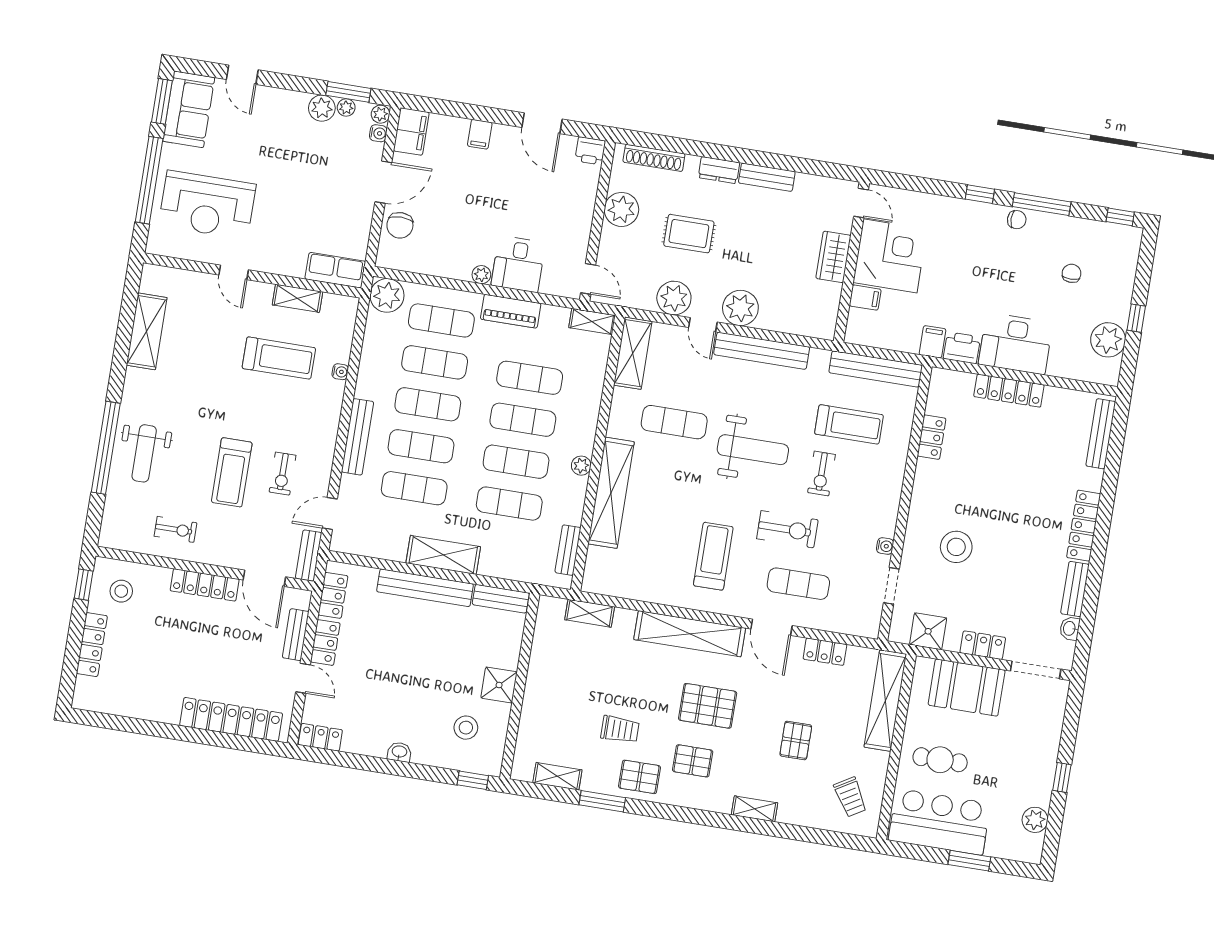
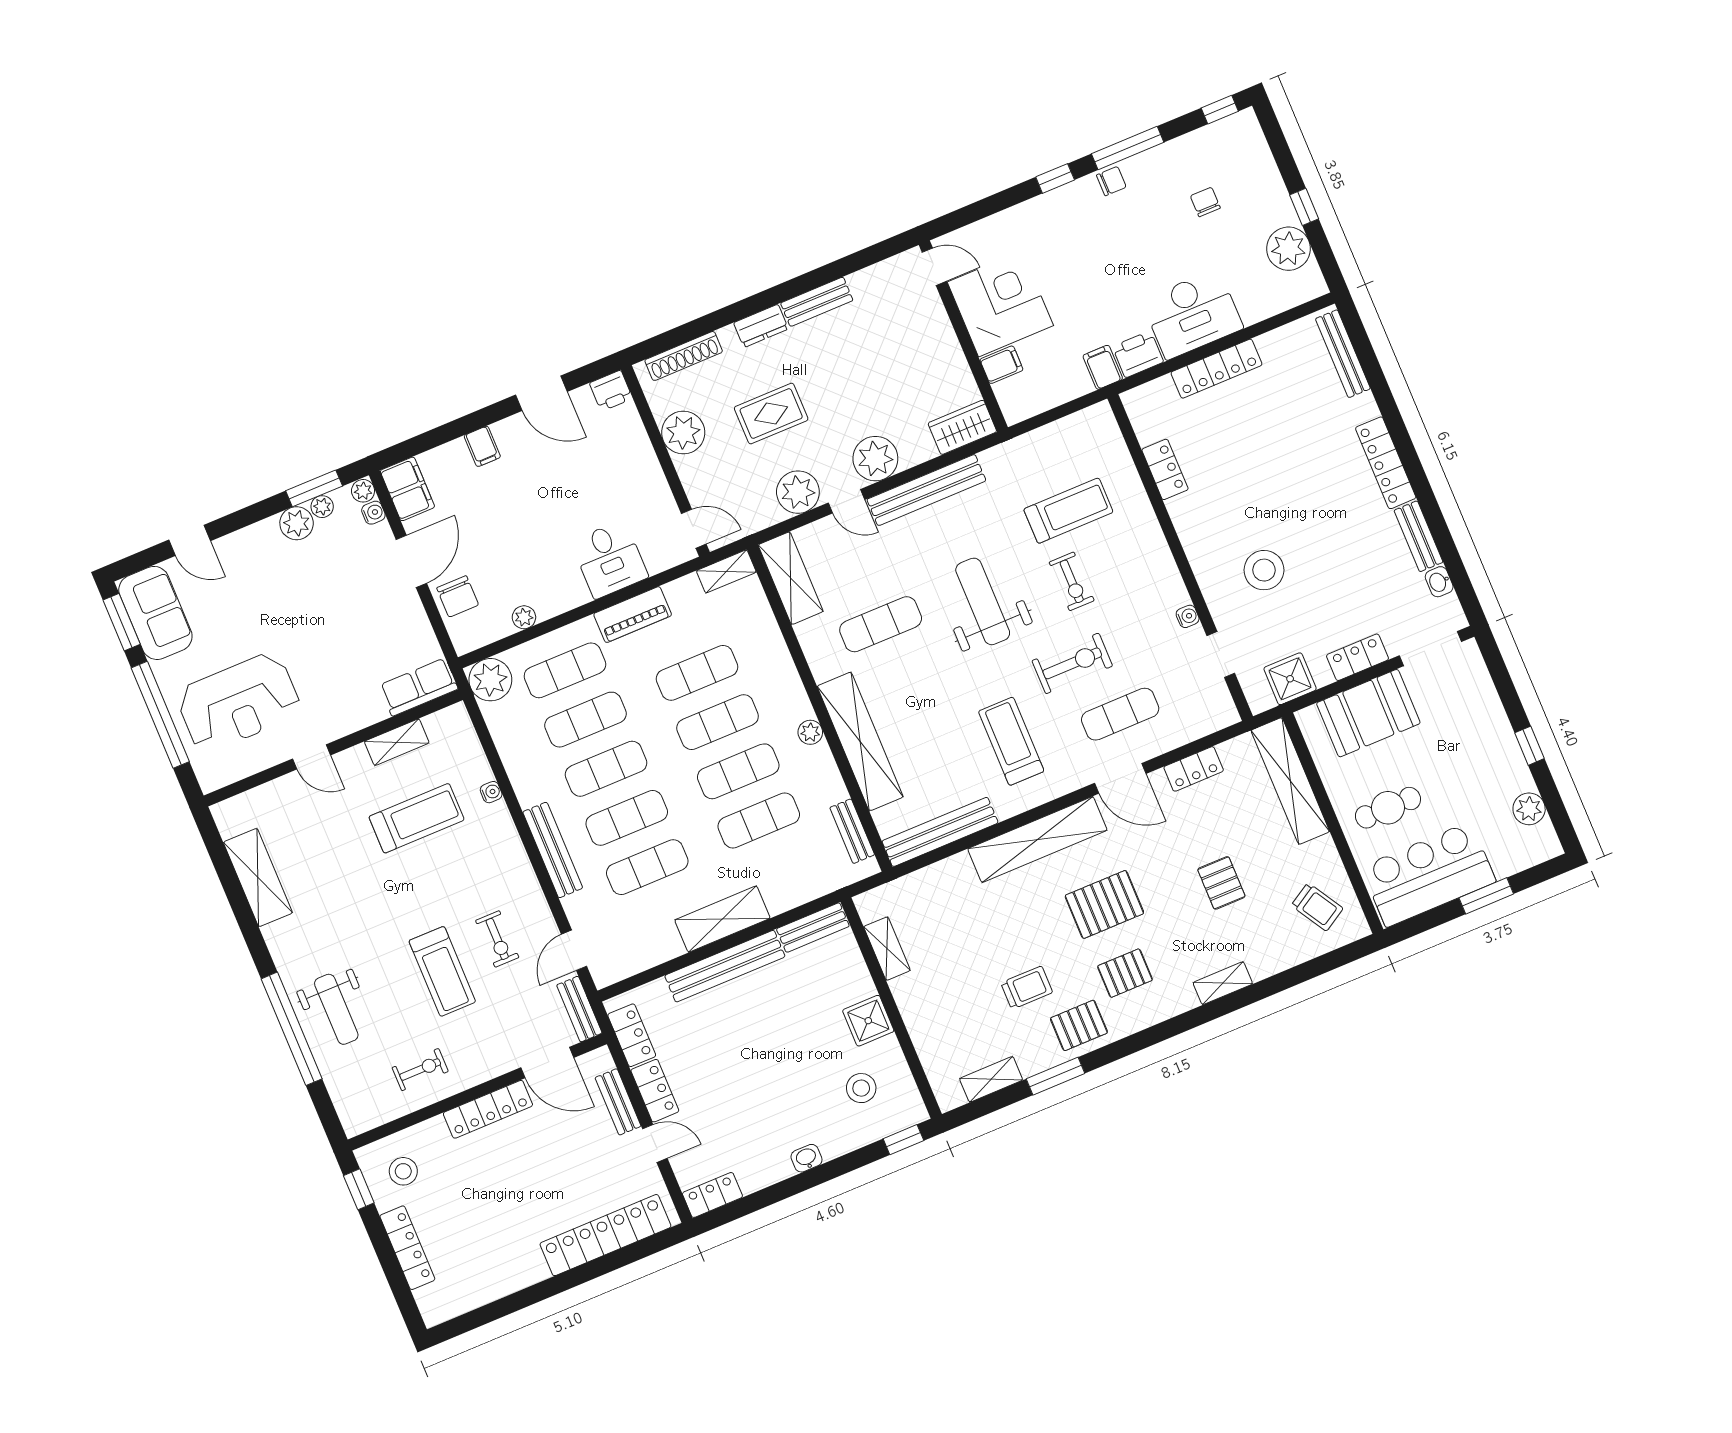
wardrobe: (833, 257) -> (962, 427), moved, turned 90
plant: (481, 275) -> (524, 617), moved
bench: (876, 369) -> (940, 832), moved
weight bench: (753, 450) -> (983, 601), turned -90
shelving: (590, 613) -> (887, 949), moved, turned 90

